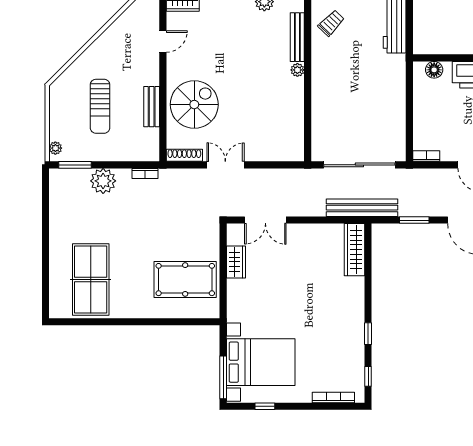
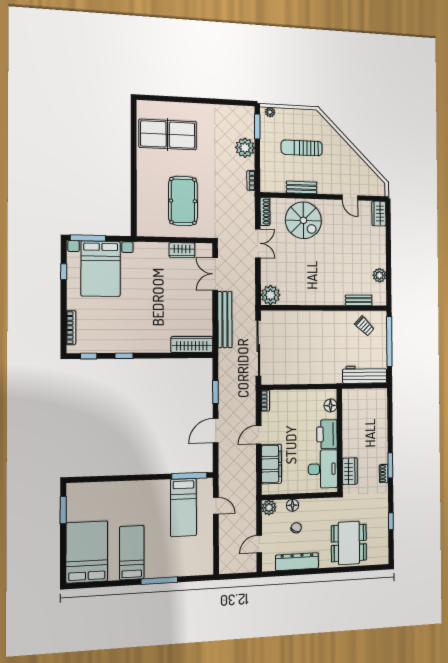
bench: (297, 37) -> (359, 300), width x0.73
plant: (297, 70) -> (270, 295), moved, width x1.87, depth x1.87
bench: (362, 208) -> (225, 320), moved
pool table: (185, 280) -> (183, 201), moved

